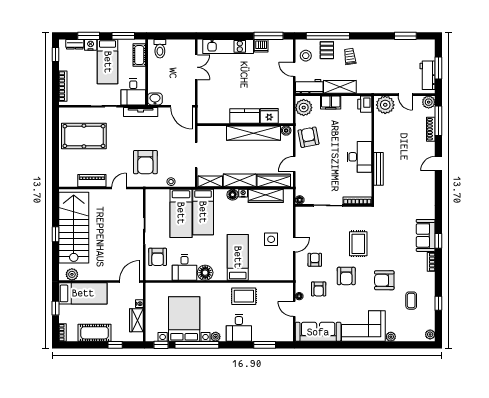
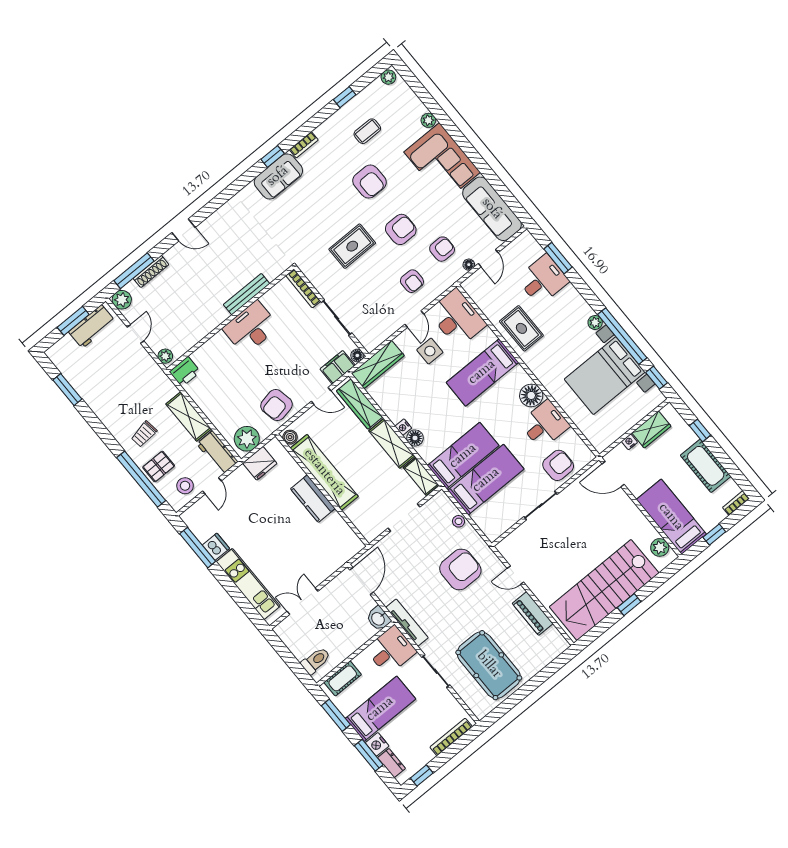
filing cabinet: (331, 102) -> (338, 367), moved, turned -90
plant: (385, 105) -> (165, 356), width x0.53, depth x0.53
fridge: (269, 116) -> (260, 463), moved, turned -90
wardrobe: (266, 196) -> (378, 364), moved, turned 90
door: (294, 245) -> (414, 319), swing flipped
armchair: (315, 260) -> (412, 281), turned -90
desk: (277, 267) -> (457, 318), added
desk: (239, 328) -> (543, 280), moved

